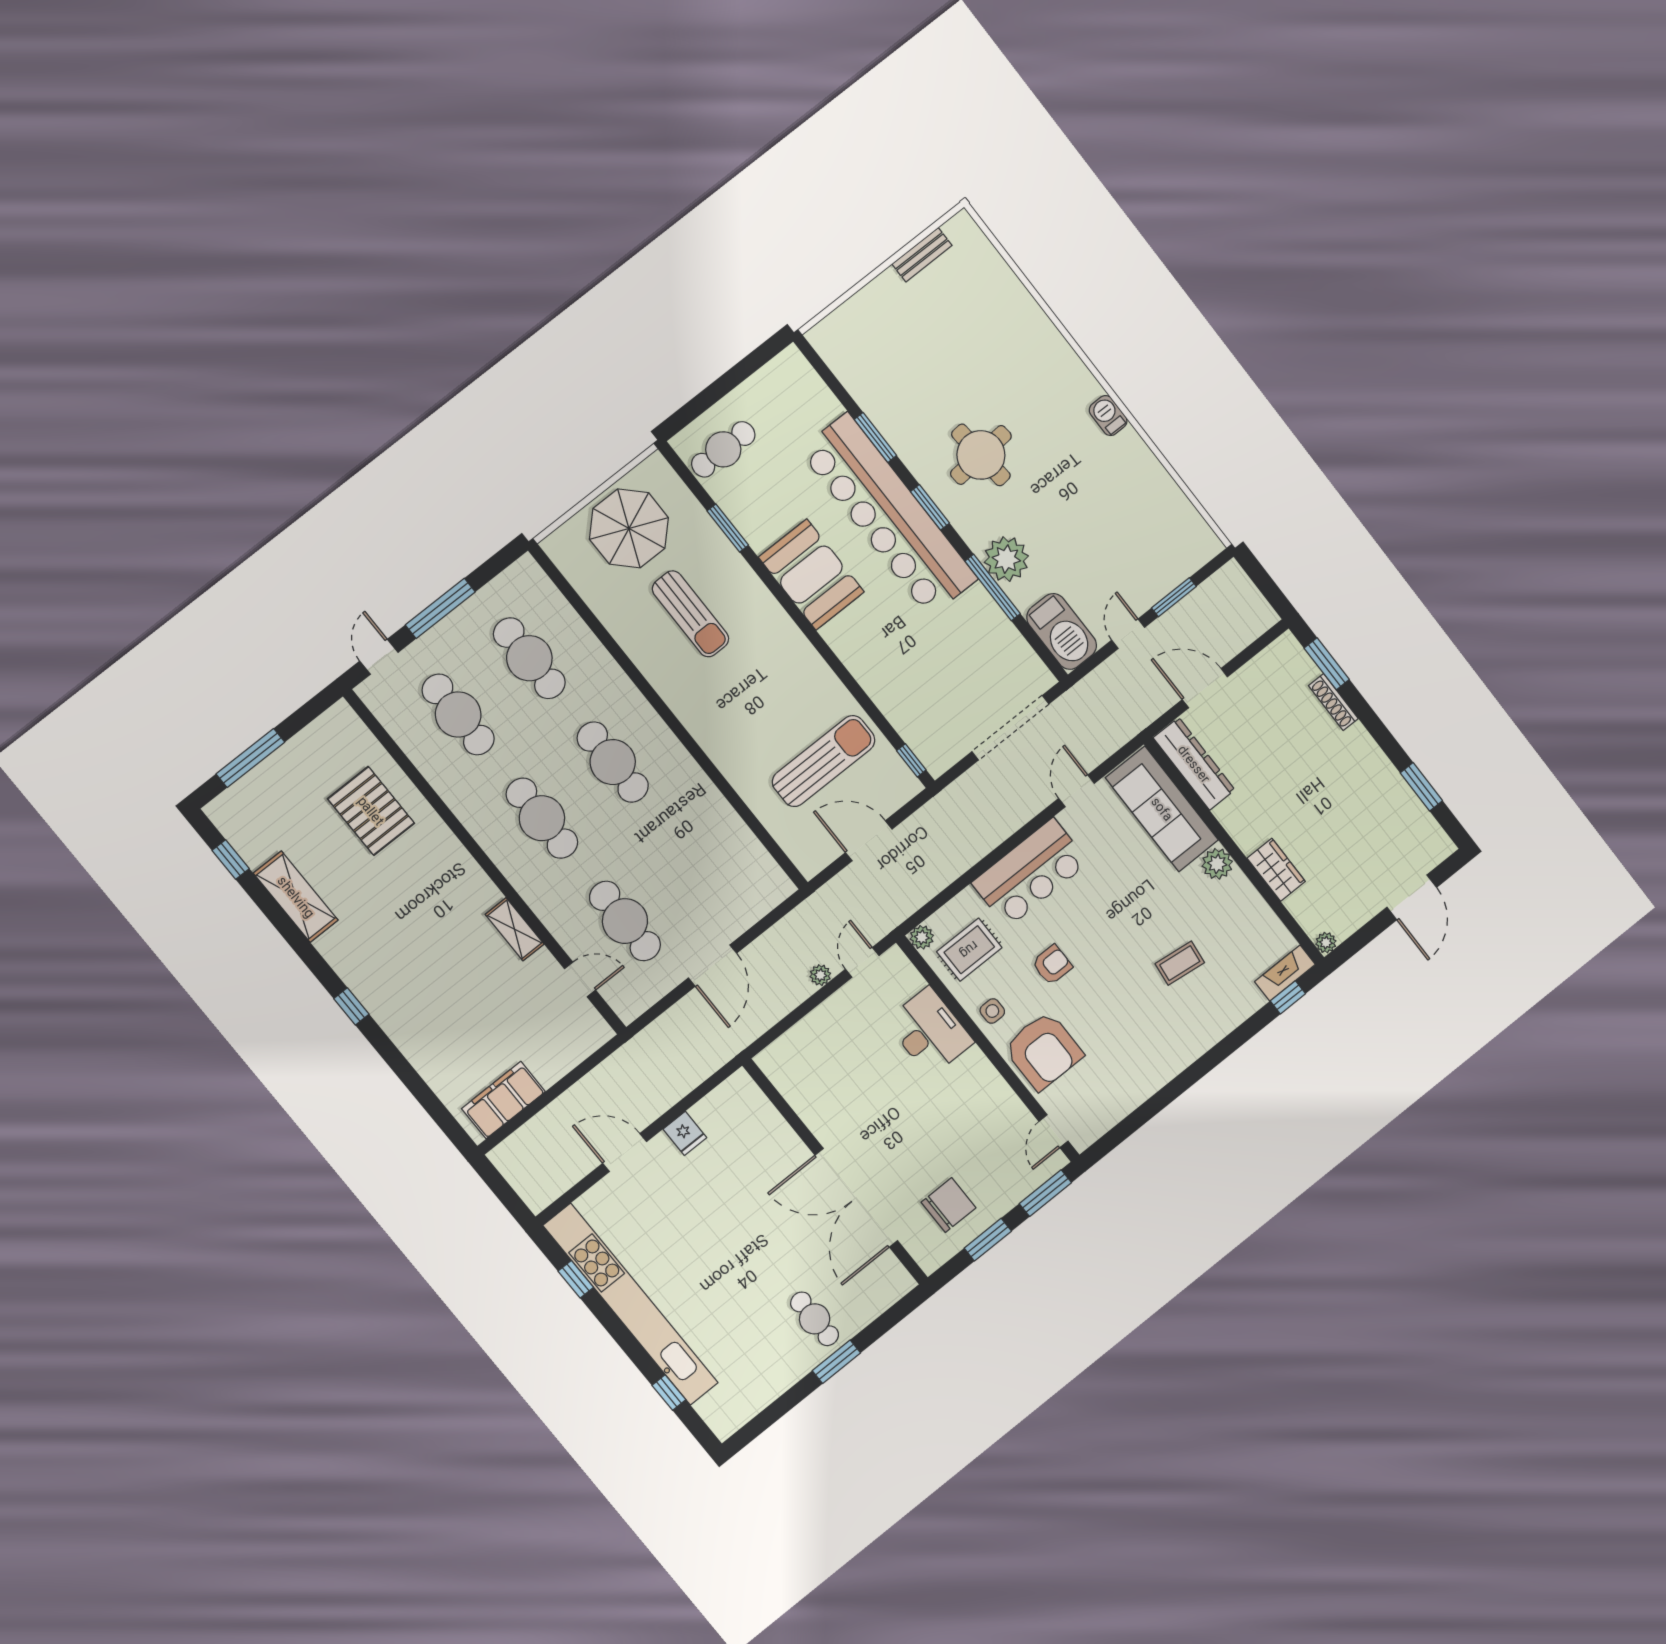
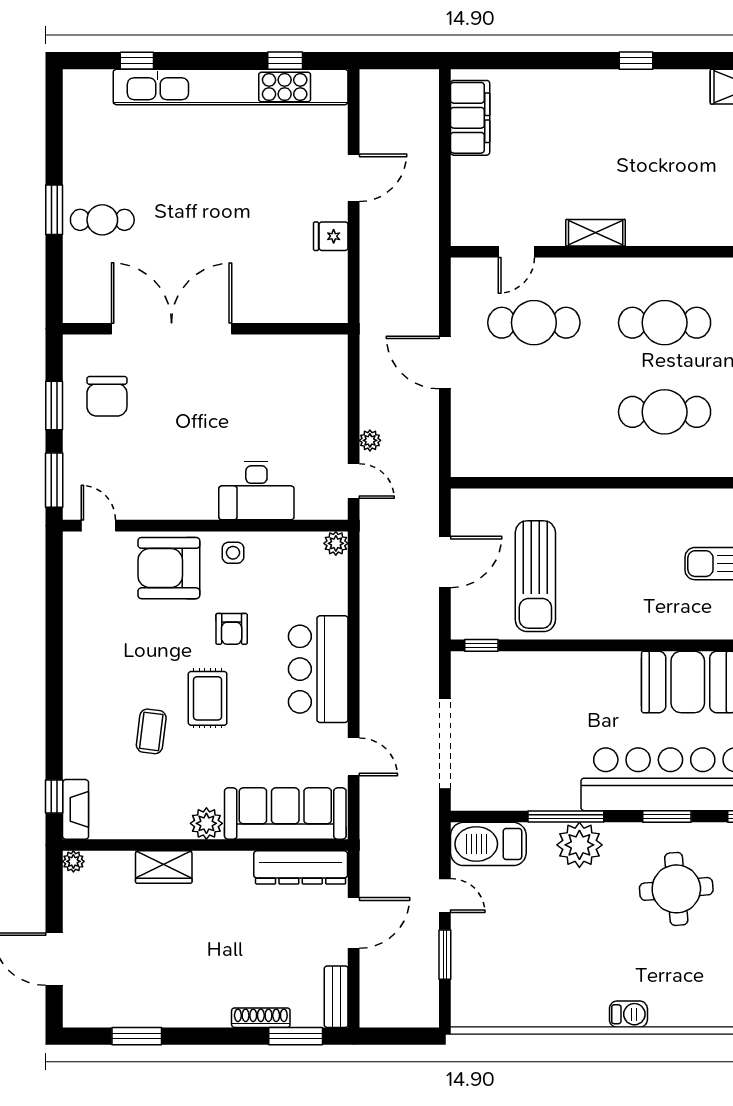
bench: (1272, 656) -> (336, 997), added
rug: (969, 950) -> (208, 698), moved

